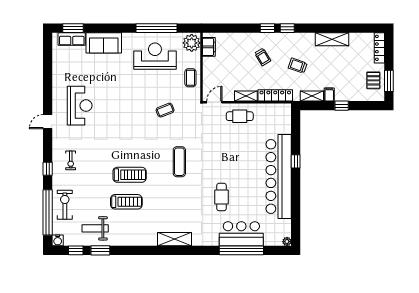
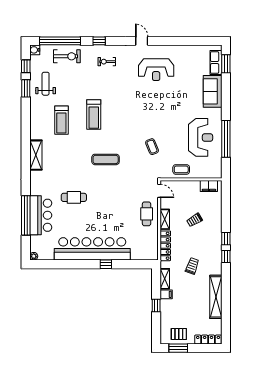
shelving: (332, 39) -> (216, 297), width x1.47
plant: (192, 43) -> (213, 170), removed
trolley: (263, 57) -> (195, 220), moved
treadmill: (126, 202) -> (61, 120), moved

